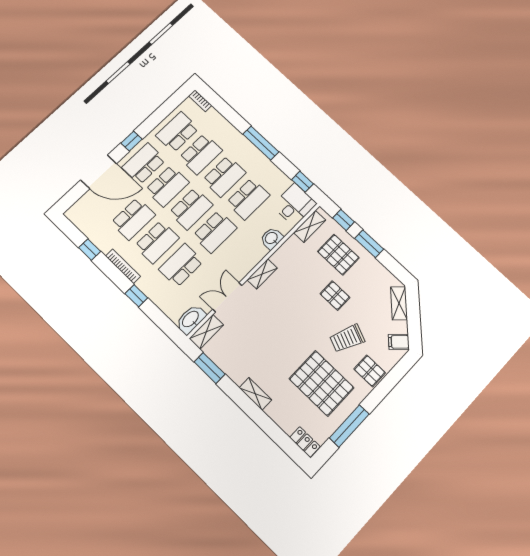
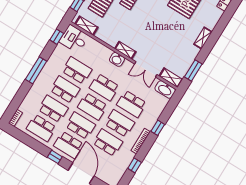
school desk: (191, 209) -> (92, 106), turned 180
school desk: (215, 232) -> (104, 87), turned 180
washbasin: (272, 238) -> (117, 59), moved

